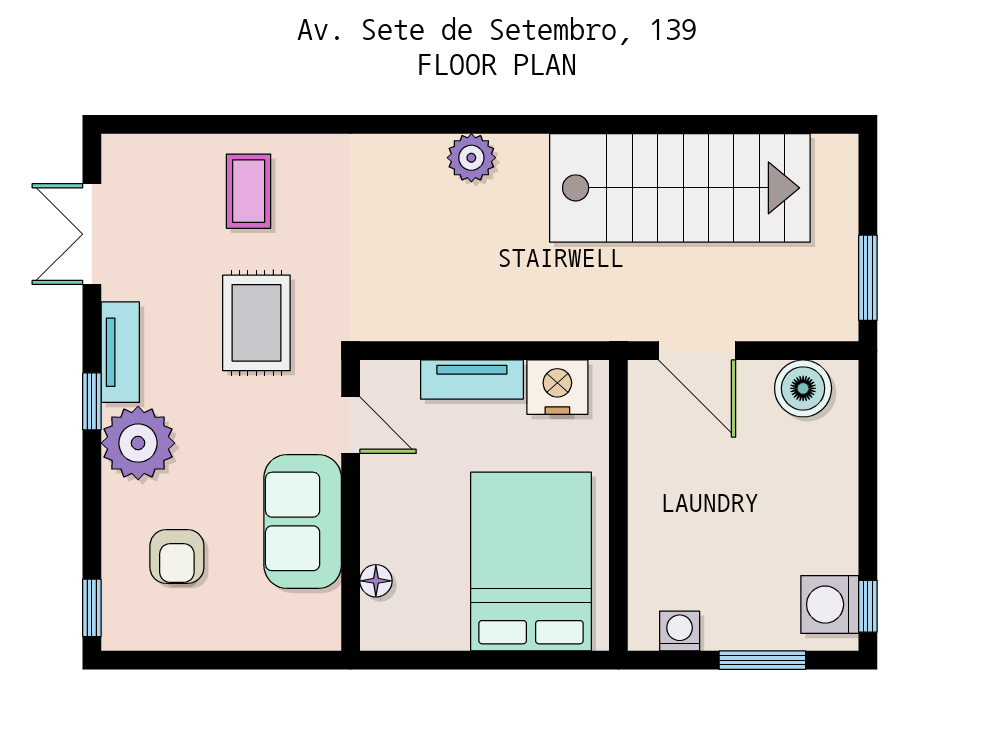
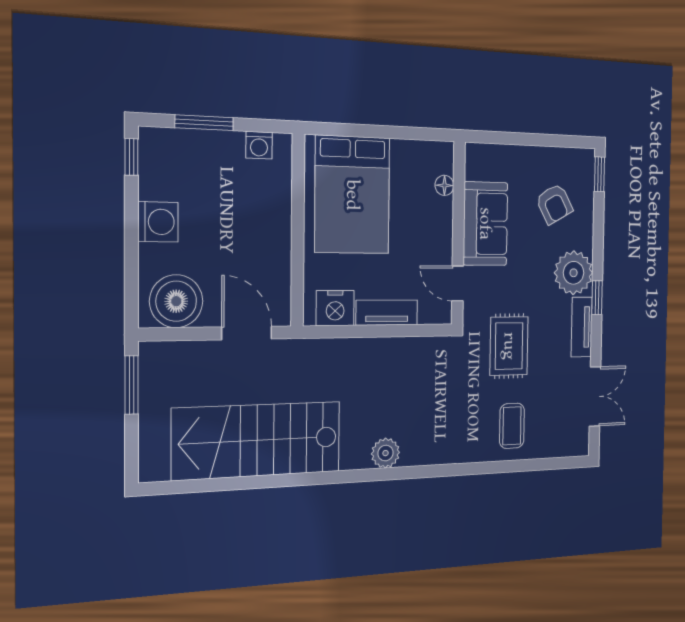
boiler: (803, 388) -> (176, 301), width x1.37, depth x1.37
armchair: (177, 557) -> (554, 204), turned 151
washing machine: (830, 605) -> (158, 222), moved

